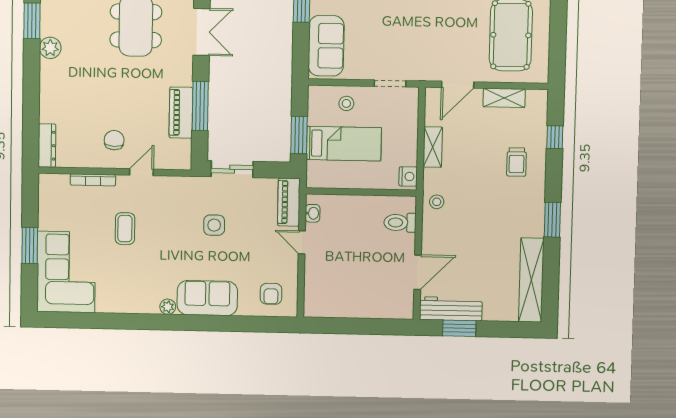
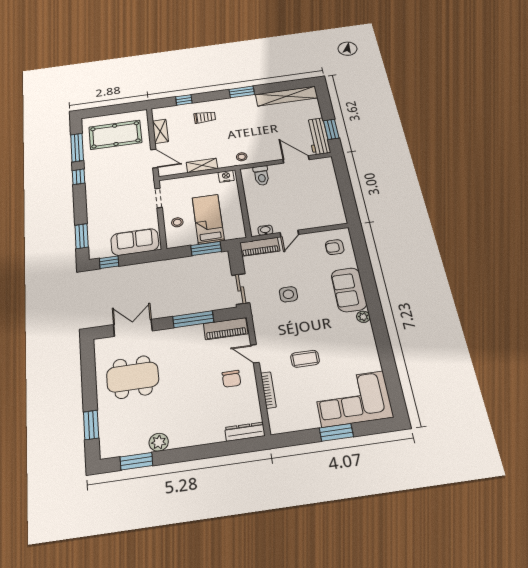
piano: (181, 113) -> (226, 329), moved
chair: (114, 140) -> (231, 379), turned -93
armchair: (271, 294) -> (335, 247), turned 180

